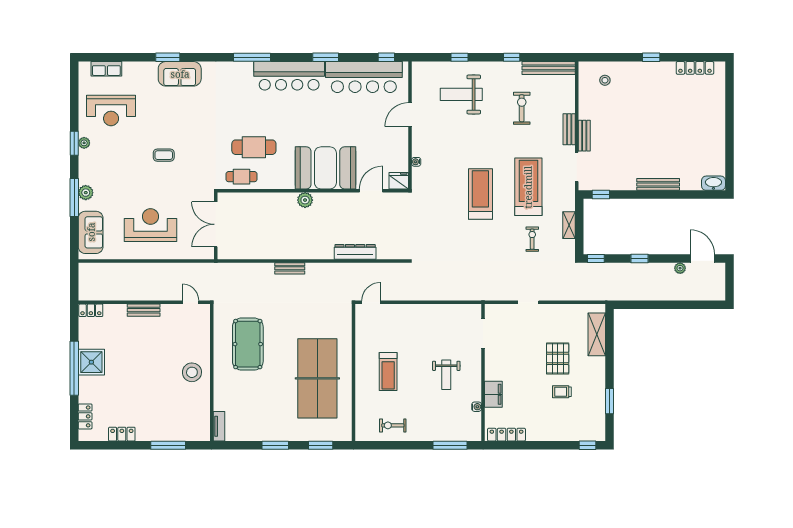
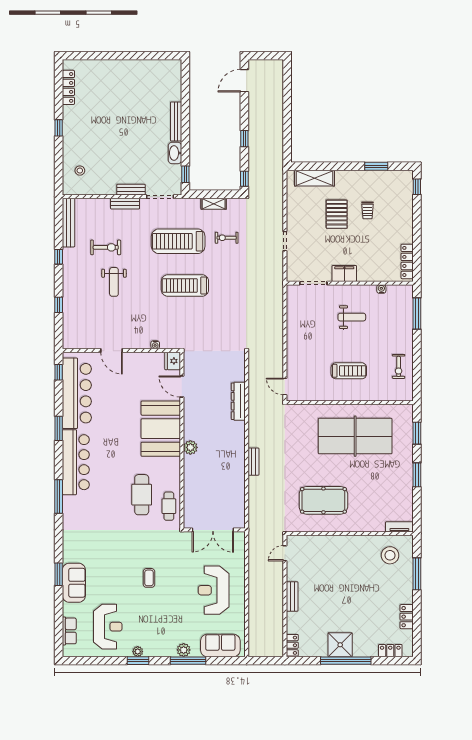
sofa: (180, 74) -> (74, 583), moved
weight bench: (461, 94) -> (114, 282), moved, width x0.73, depth x0.75
exercise bike: (522, 108) -> (106, 247), turned 180
washbasin: (713, 183) -> (175, 153), moved
plant: (680, 268) -> (253, 101), removed
pallet: (558, 358) -> (337, 214), turned 90
stool: (192, 372) -> (390, 555), moved
filing cabinet: (493, 394) -> (344, 273), moved

